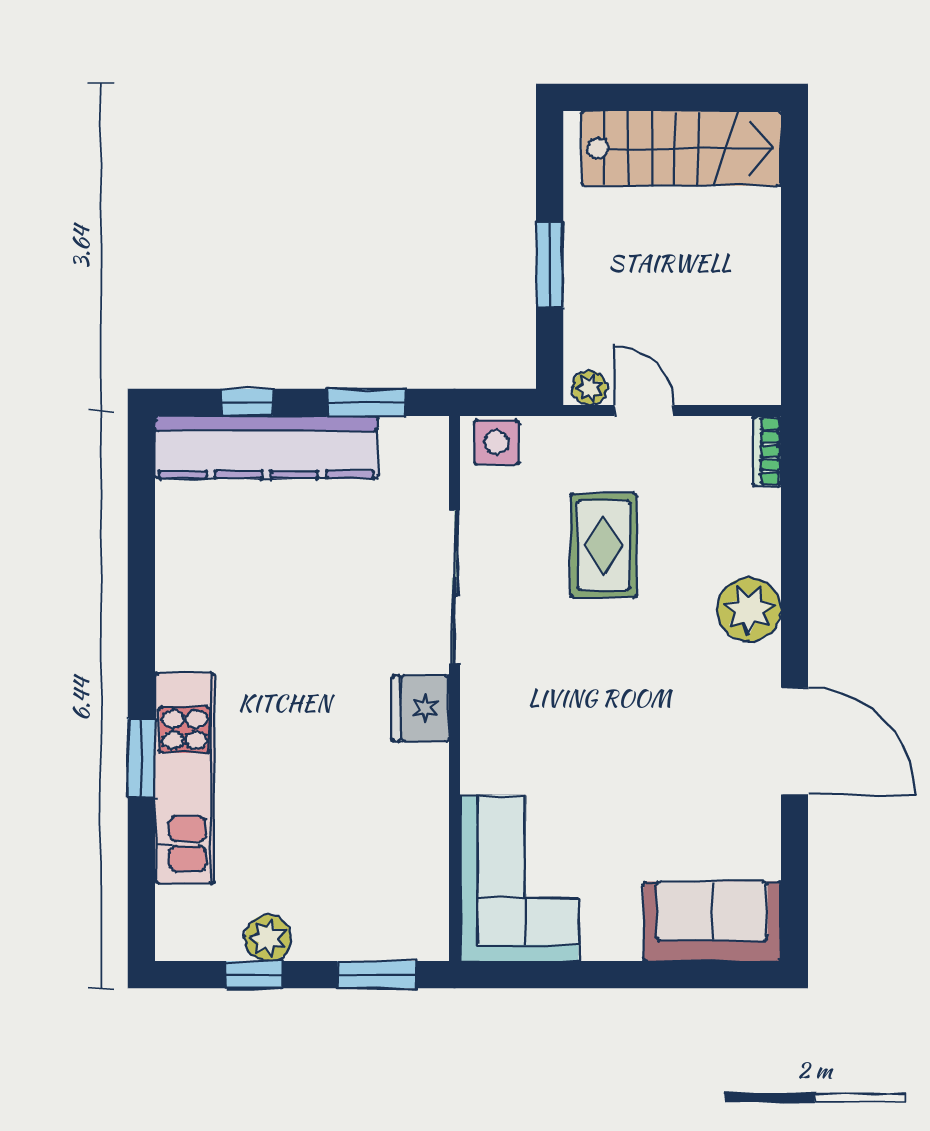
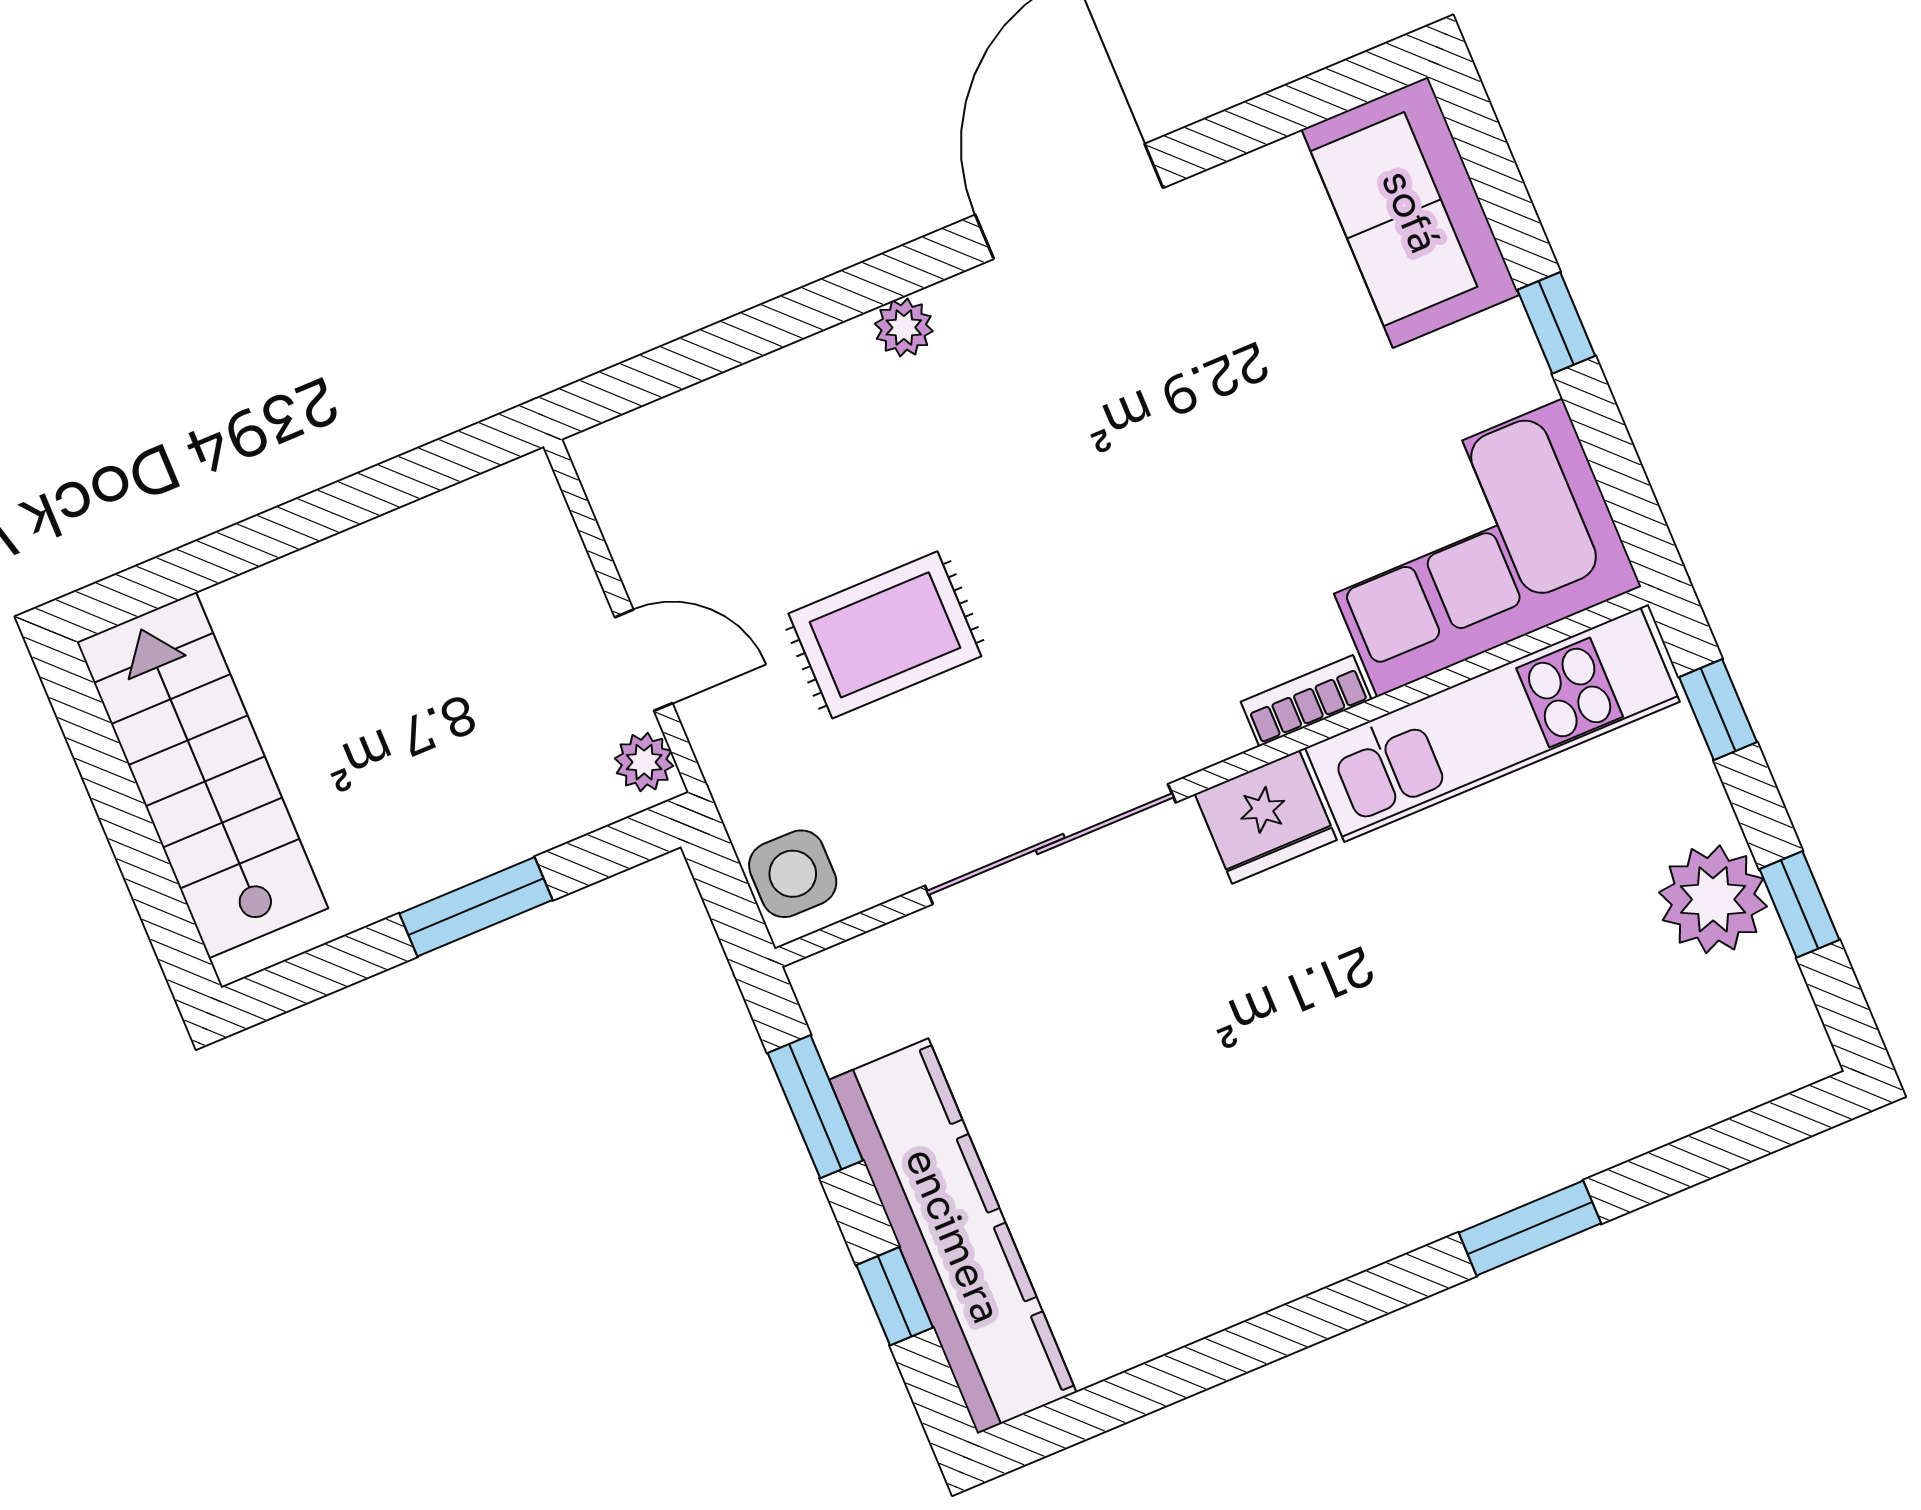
door: (644, 410) -> (644, 660), swing flipped
bookcase: (767, 451) -> (1306, 701), moved, turned 180
plant: (749, 609) -> (904, 327), width x0.53, depth x0.53
kitchen unit: (185, 778) -> (1492, 725), moved, turned 180
plant: (268, 938) -> (1713, 899), width x1.36, depth x1.36
window: (377, 975) -> (1718, 710), width x0.67
window: (620, 975) -> (1556, 323), added

